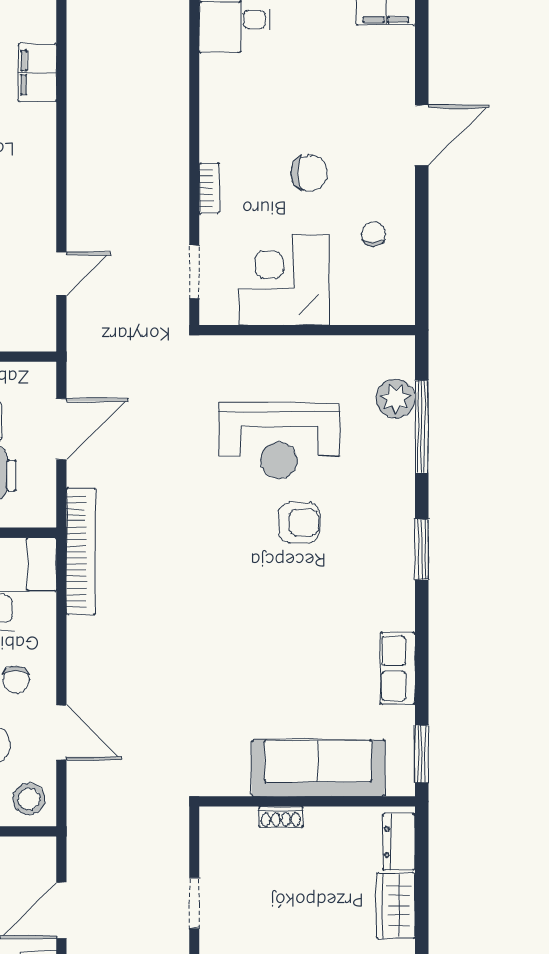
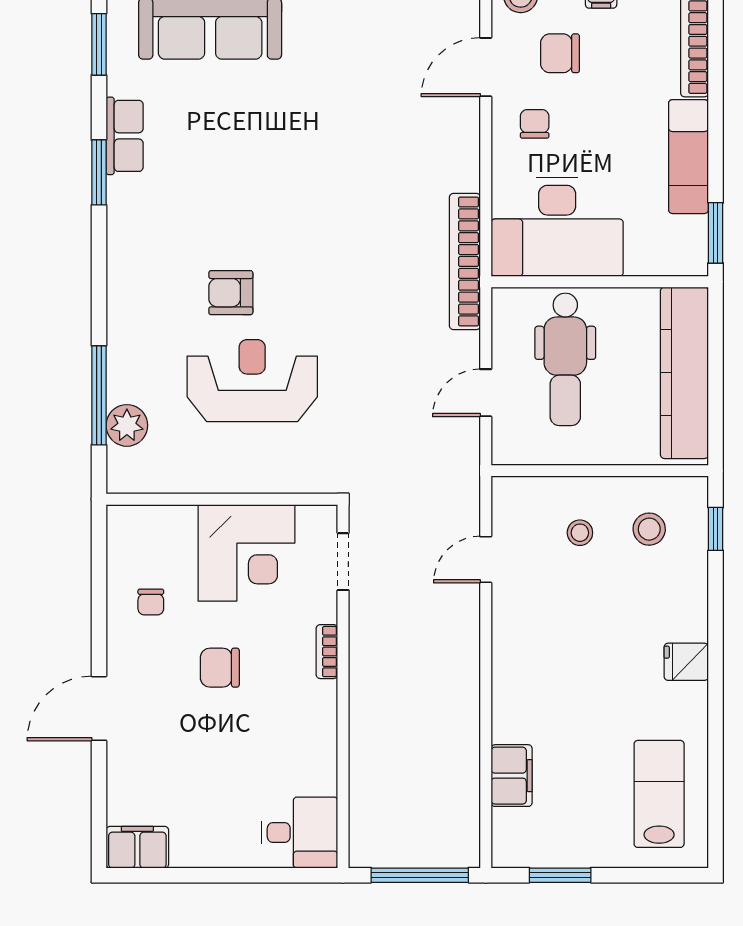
door: (61, 429) -> (486, 393), width x0.73
window: (422, 549) -> (99, 172), moved
door: (61, 732) -> (486, 67), hinge flipped

